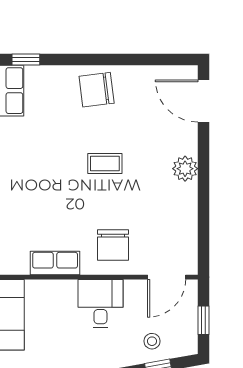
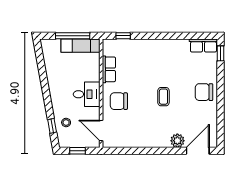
chair: (97, 90) -> (204, 92), turned -83
plant: (185, 169) -> (177, 141), moved

